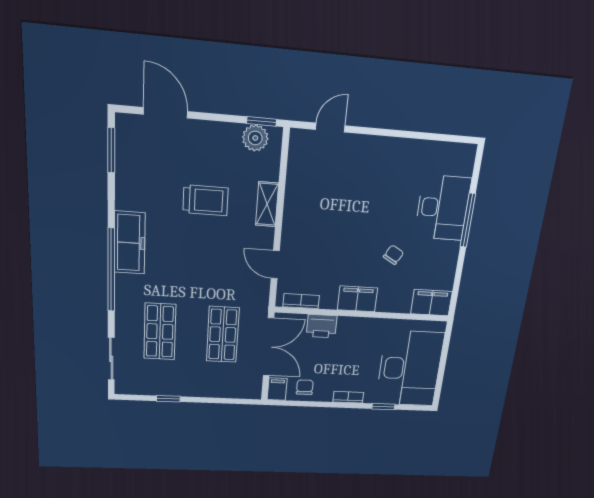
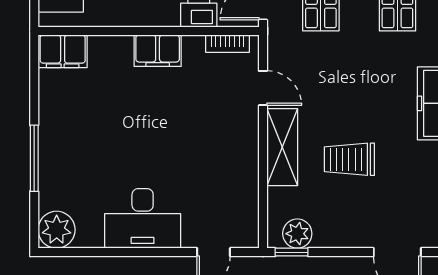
plant: (460, 159) -> (57, 230), added
shelving: (267, 204) -> (282, 147), width x1.50, depth x1.33
desk: (443, 208) -> (143, 218), moved, turned -90
chair: (393, 255) -> (120, 110), removed

